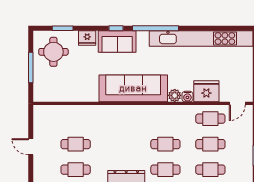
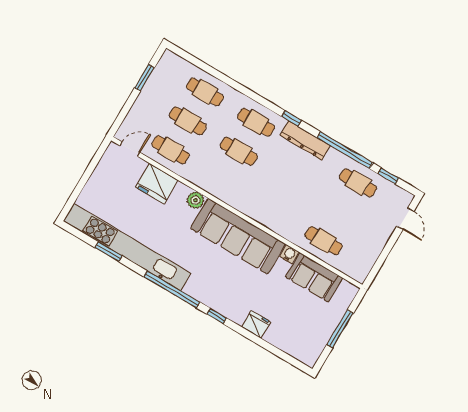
window: (63, 28) -> (108, 252), moved
sofa: (117, 41) -> (314, 277), moved, turned 180
round table: (53, 52) -> (304, 331), removed
water cooler: (187, 97) -> (289, 254), moved
cafe table: (76, 144) -> (324, 241), moved
door: (31, 147) -> (405, 219), moved

